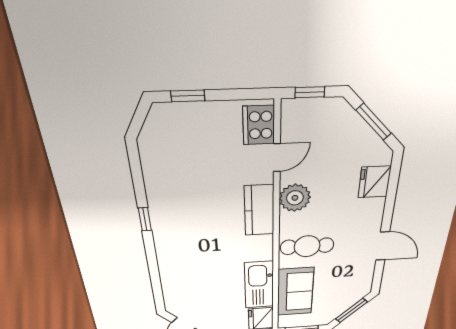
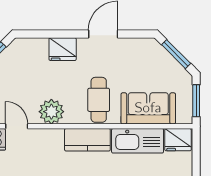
fridge: (375, 182) -> (63, 49), moved
kitchen counter: (259, 210) -> (87, 140), moved

